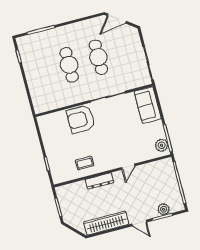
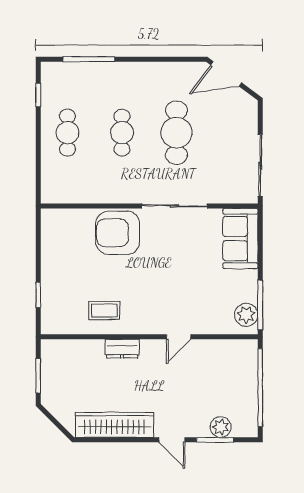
cafe table: (69, 65) -> (122, 133), width x0.73, depth x0.74
cafe table: (40, 72) -> (68, 133), added
dresser: (100, 181) -> (122, 349), width x0.70

